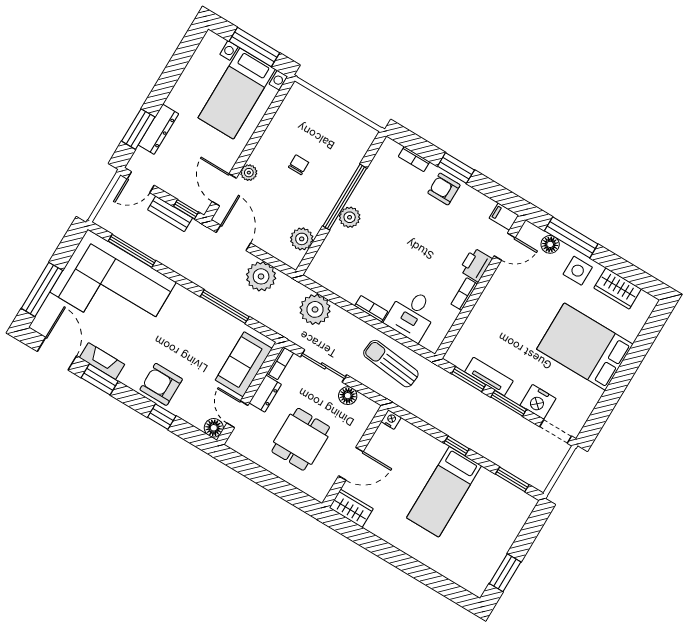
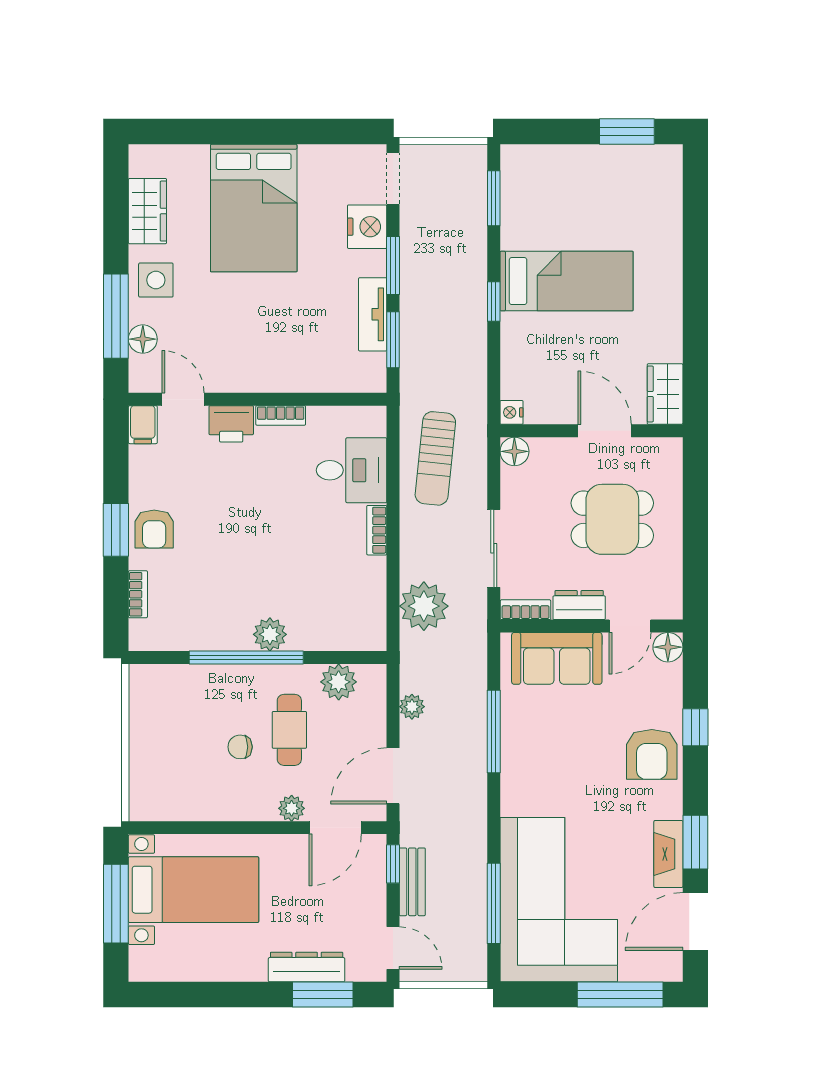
cafe table: (292, 197) -> (289, 730), added
plant: (261, 276) -> (412, 707), width x0.53, depth x0.53
floor lamp: (348, 396) -> (514, 451), moved

